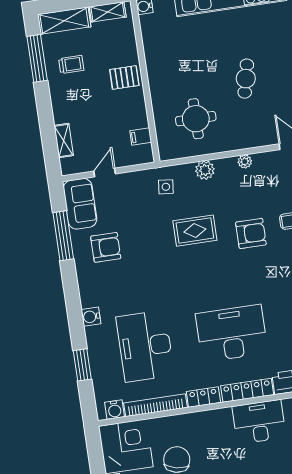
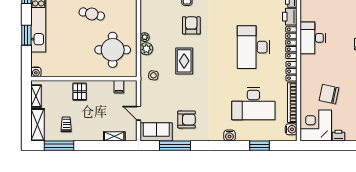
round table: (196, 119) -> (113, 50), width x1.36, depth x1.36
plant: (245, 162) -> (145, 37), moved
armchair: (106, 247) -> (187, 120), turned 90

